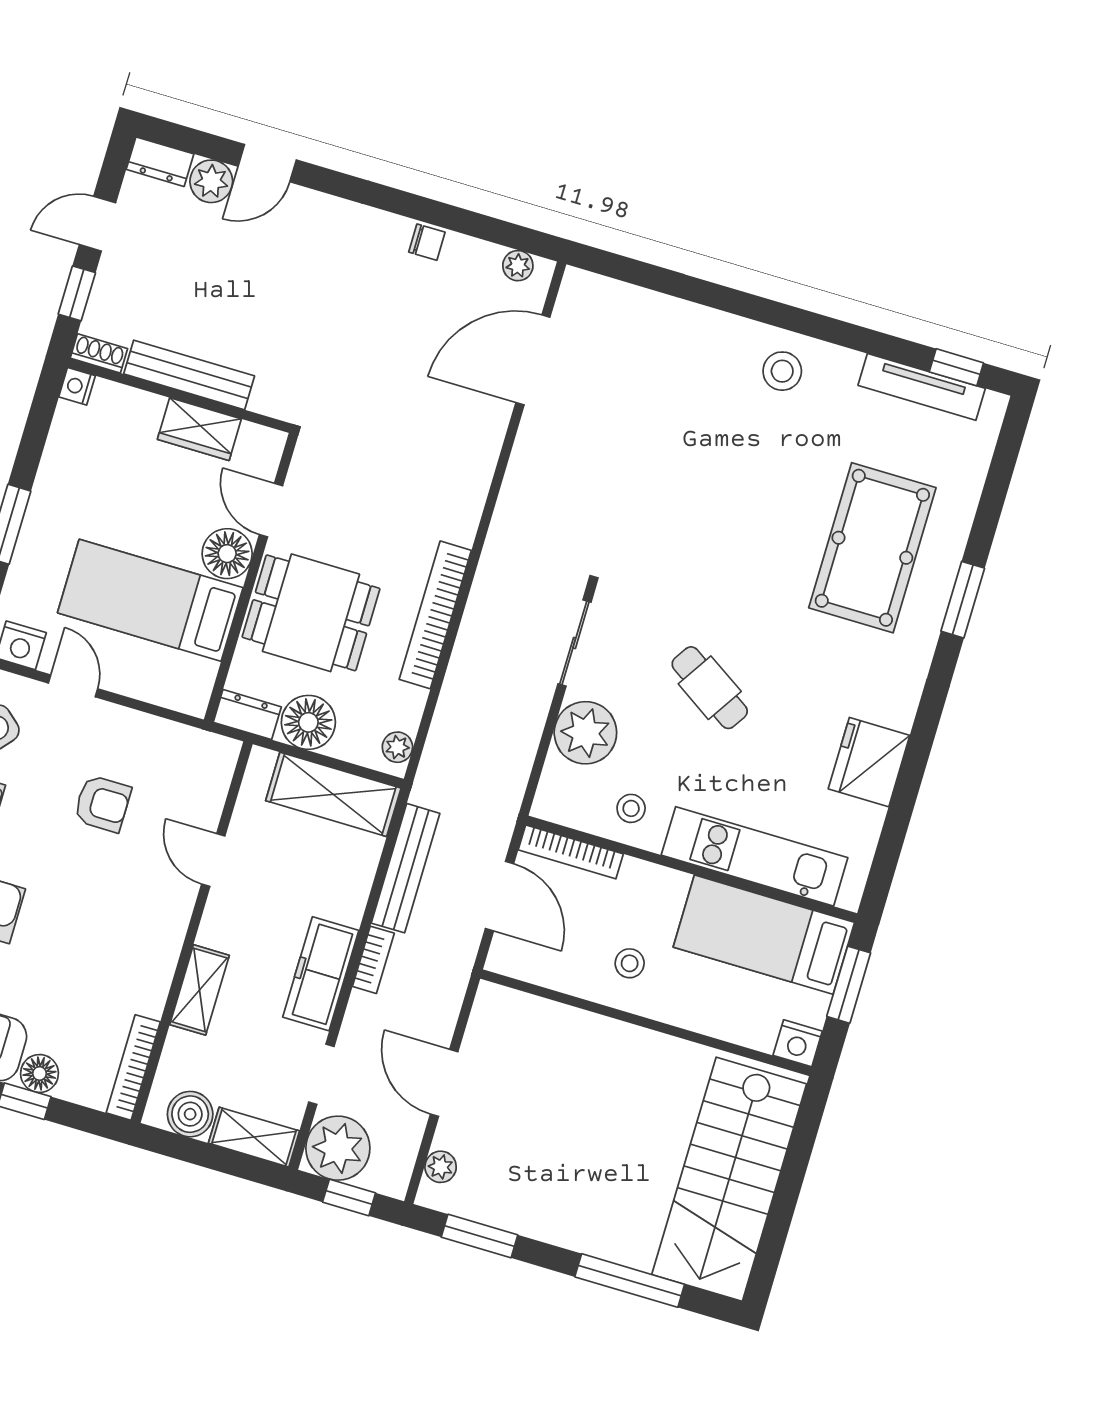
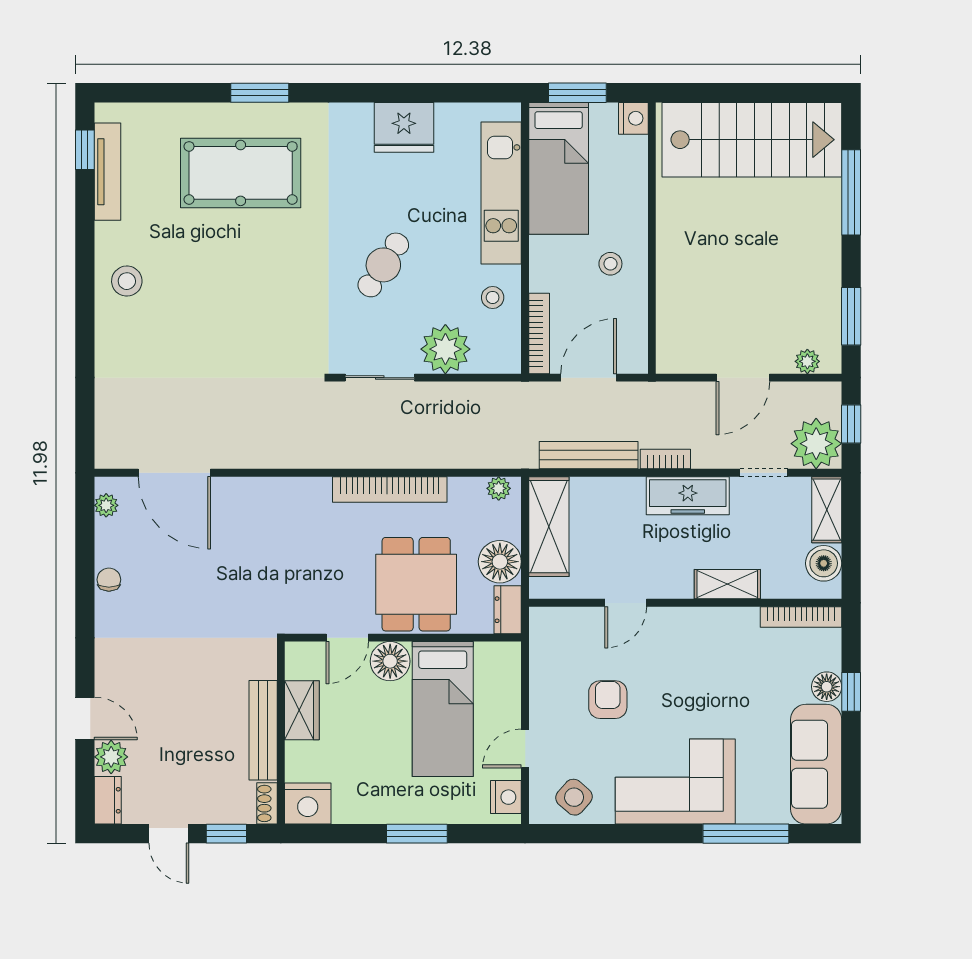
nightstand: (77, 386) -> (308, 803), width x1.89, depth x1.79

